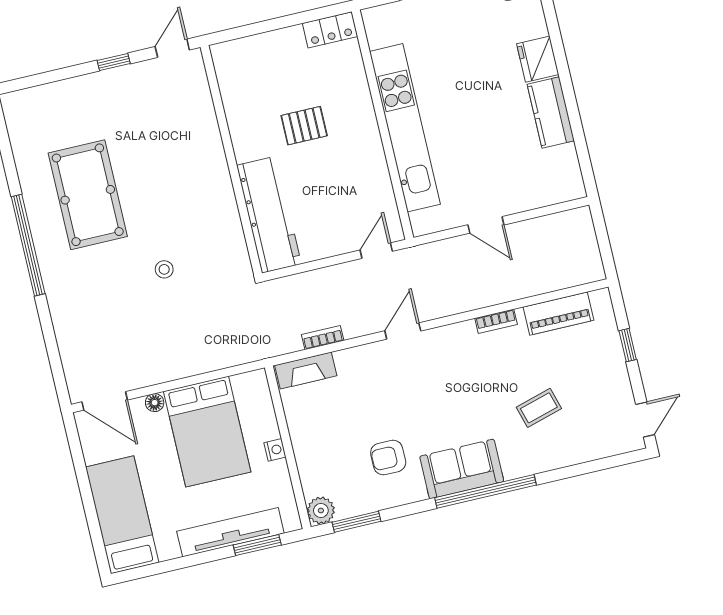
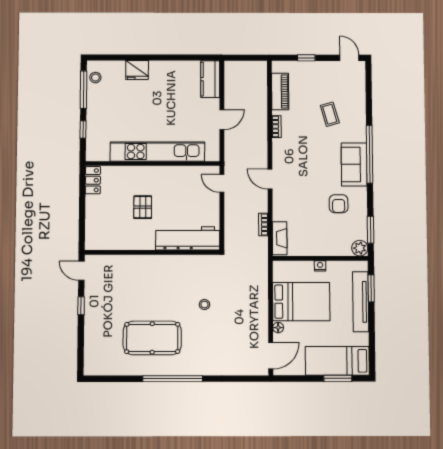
kitchen counter: (551, 113) -> (210, 79), moved, turned 90
window: (93, 522) -> (338, 378), added

